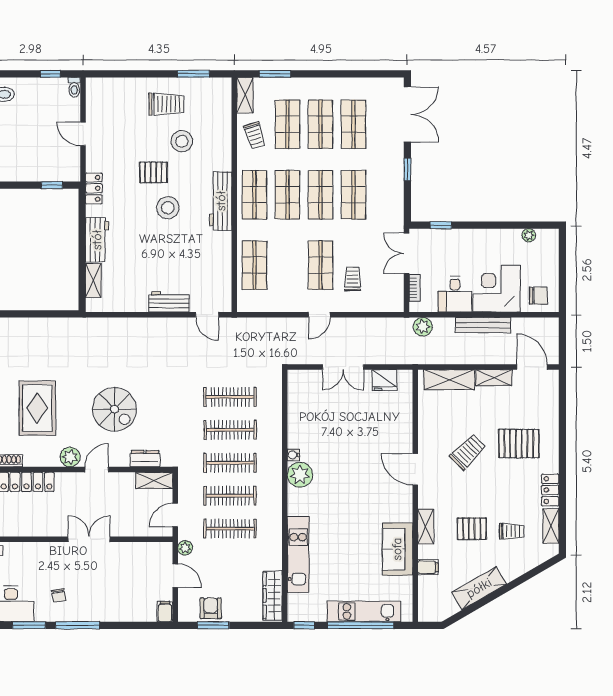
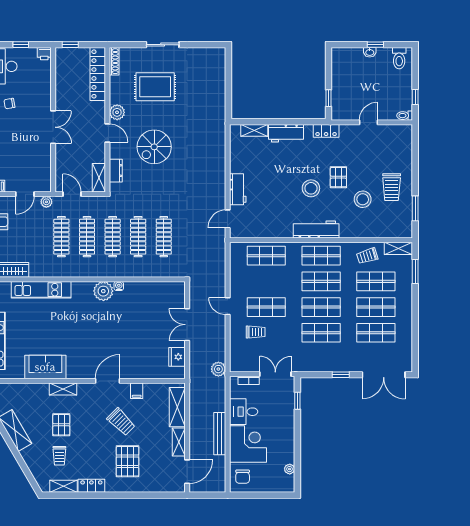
plant: (423, 327) -> (218, 369), moved
filing cabinet: (428, 567) -> (137, 391), moved

